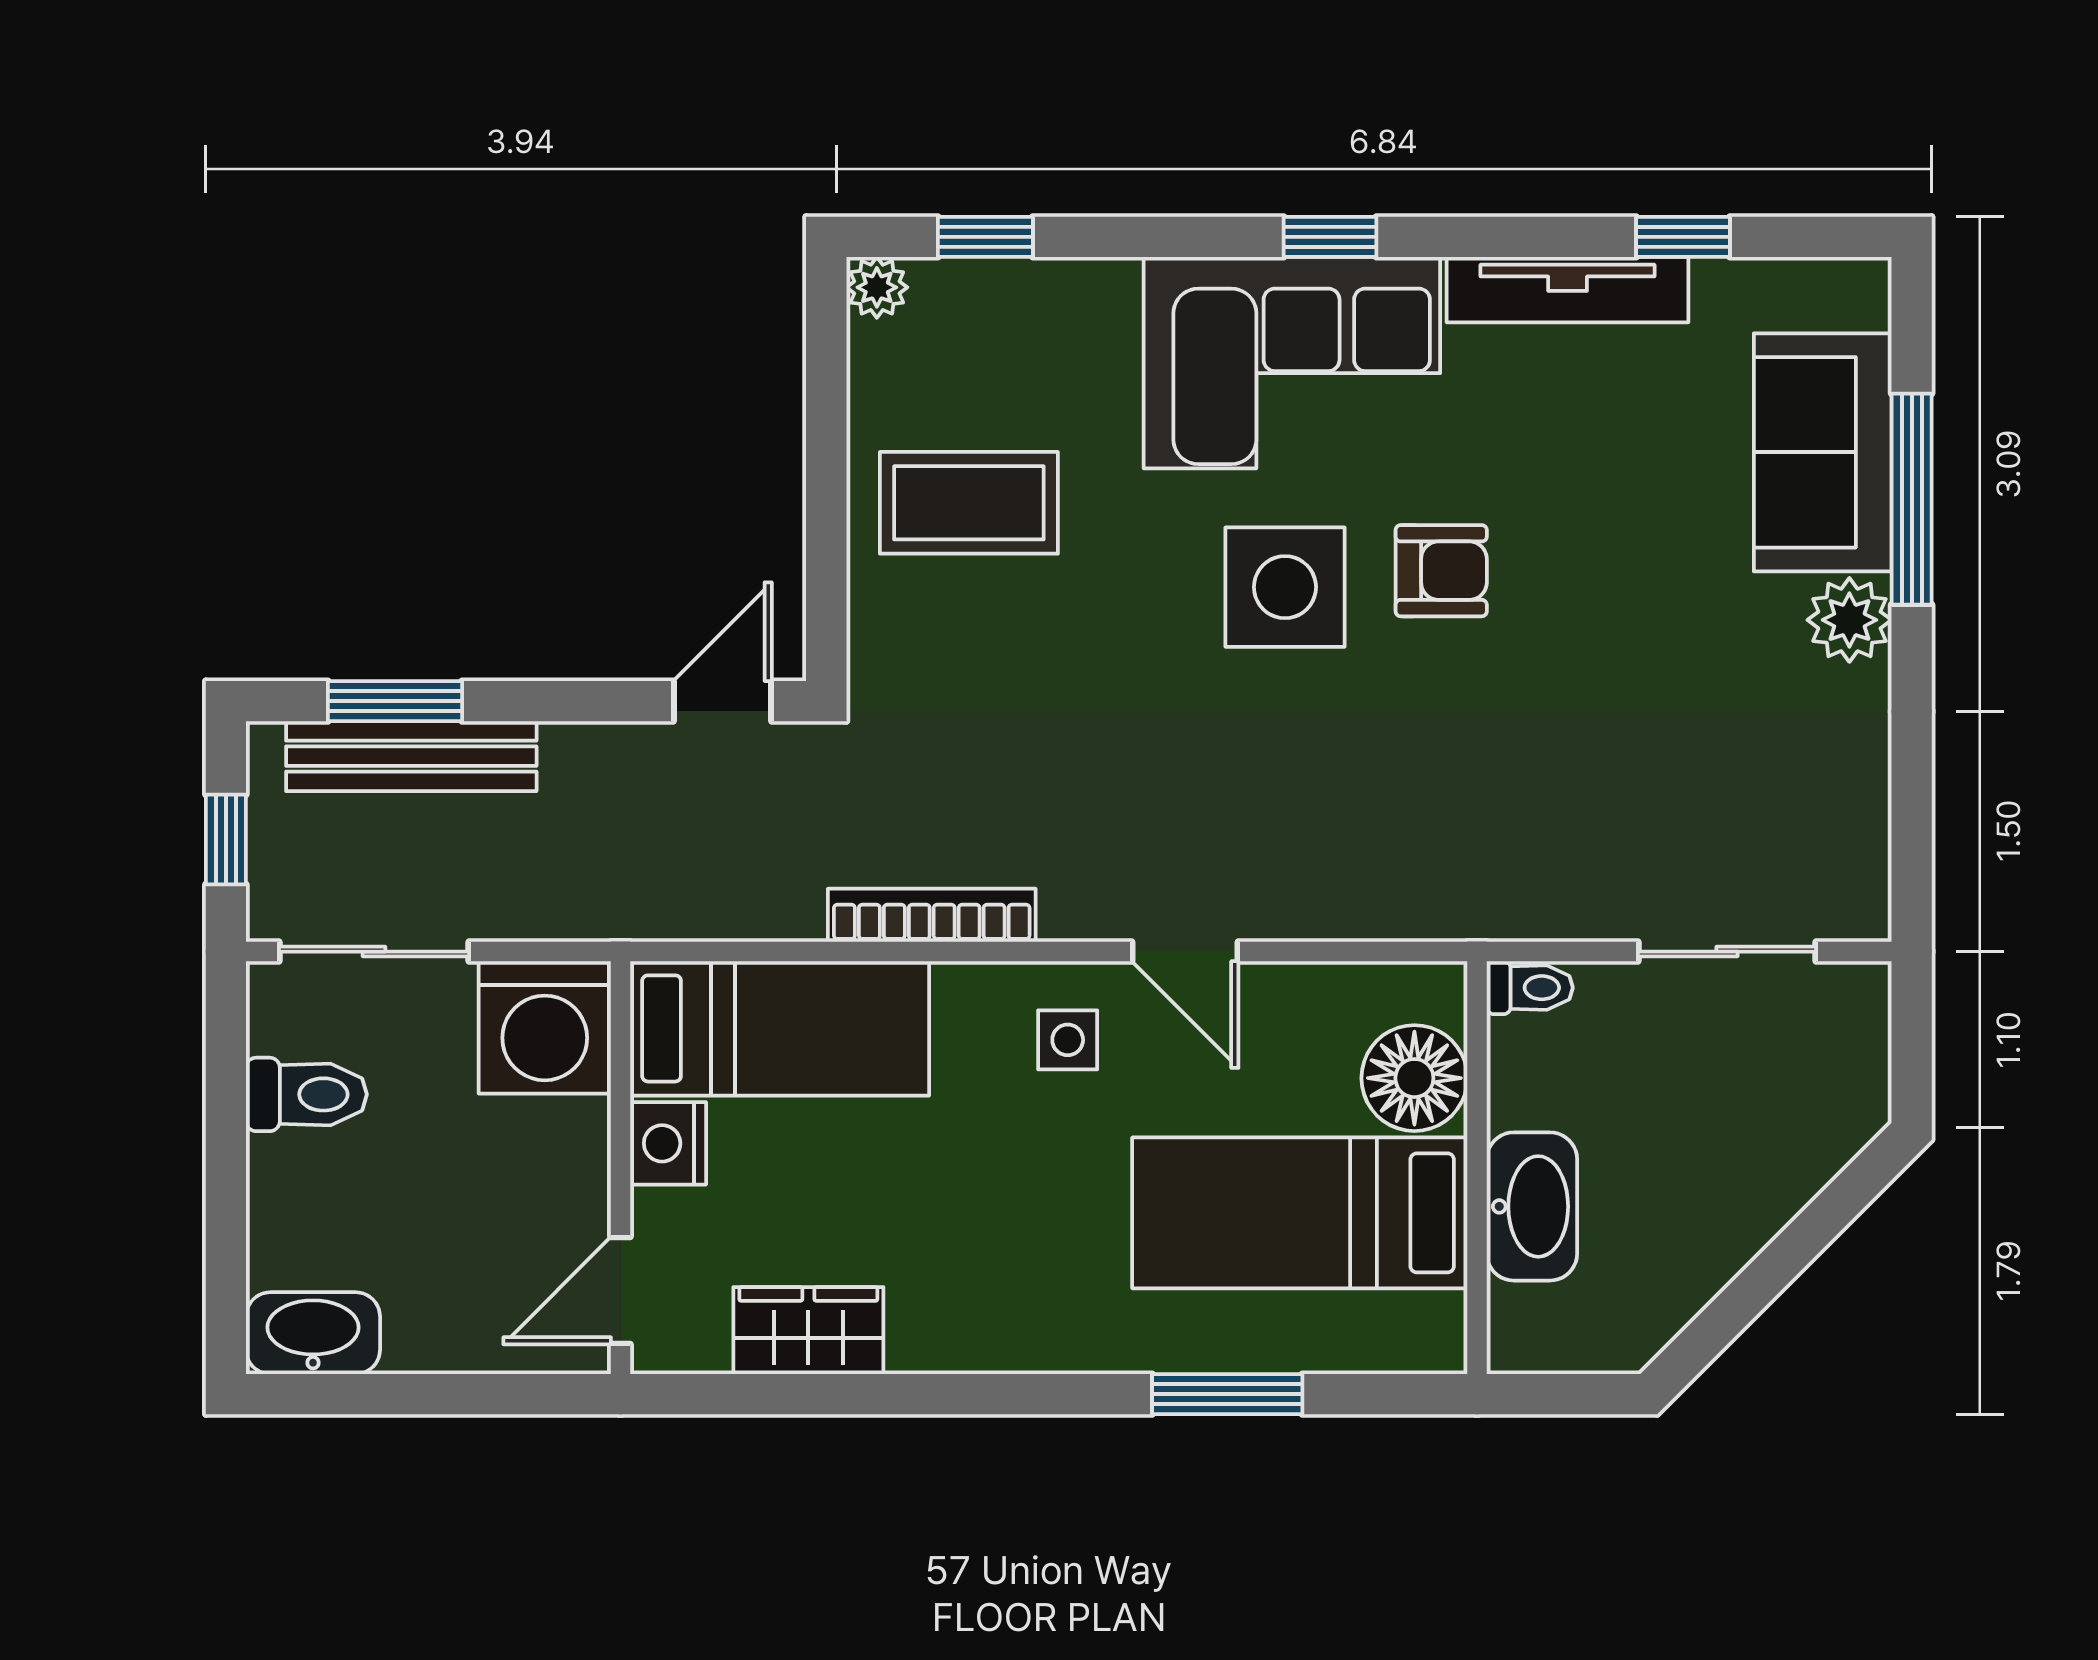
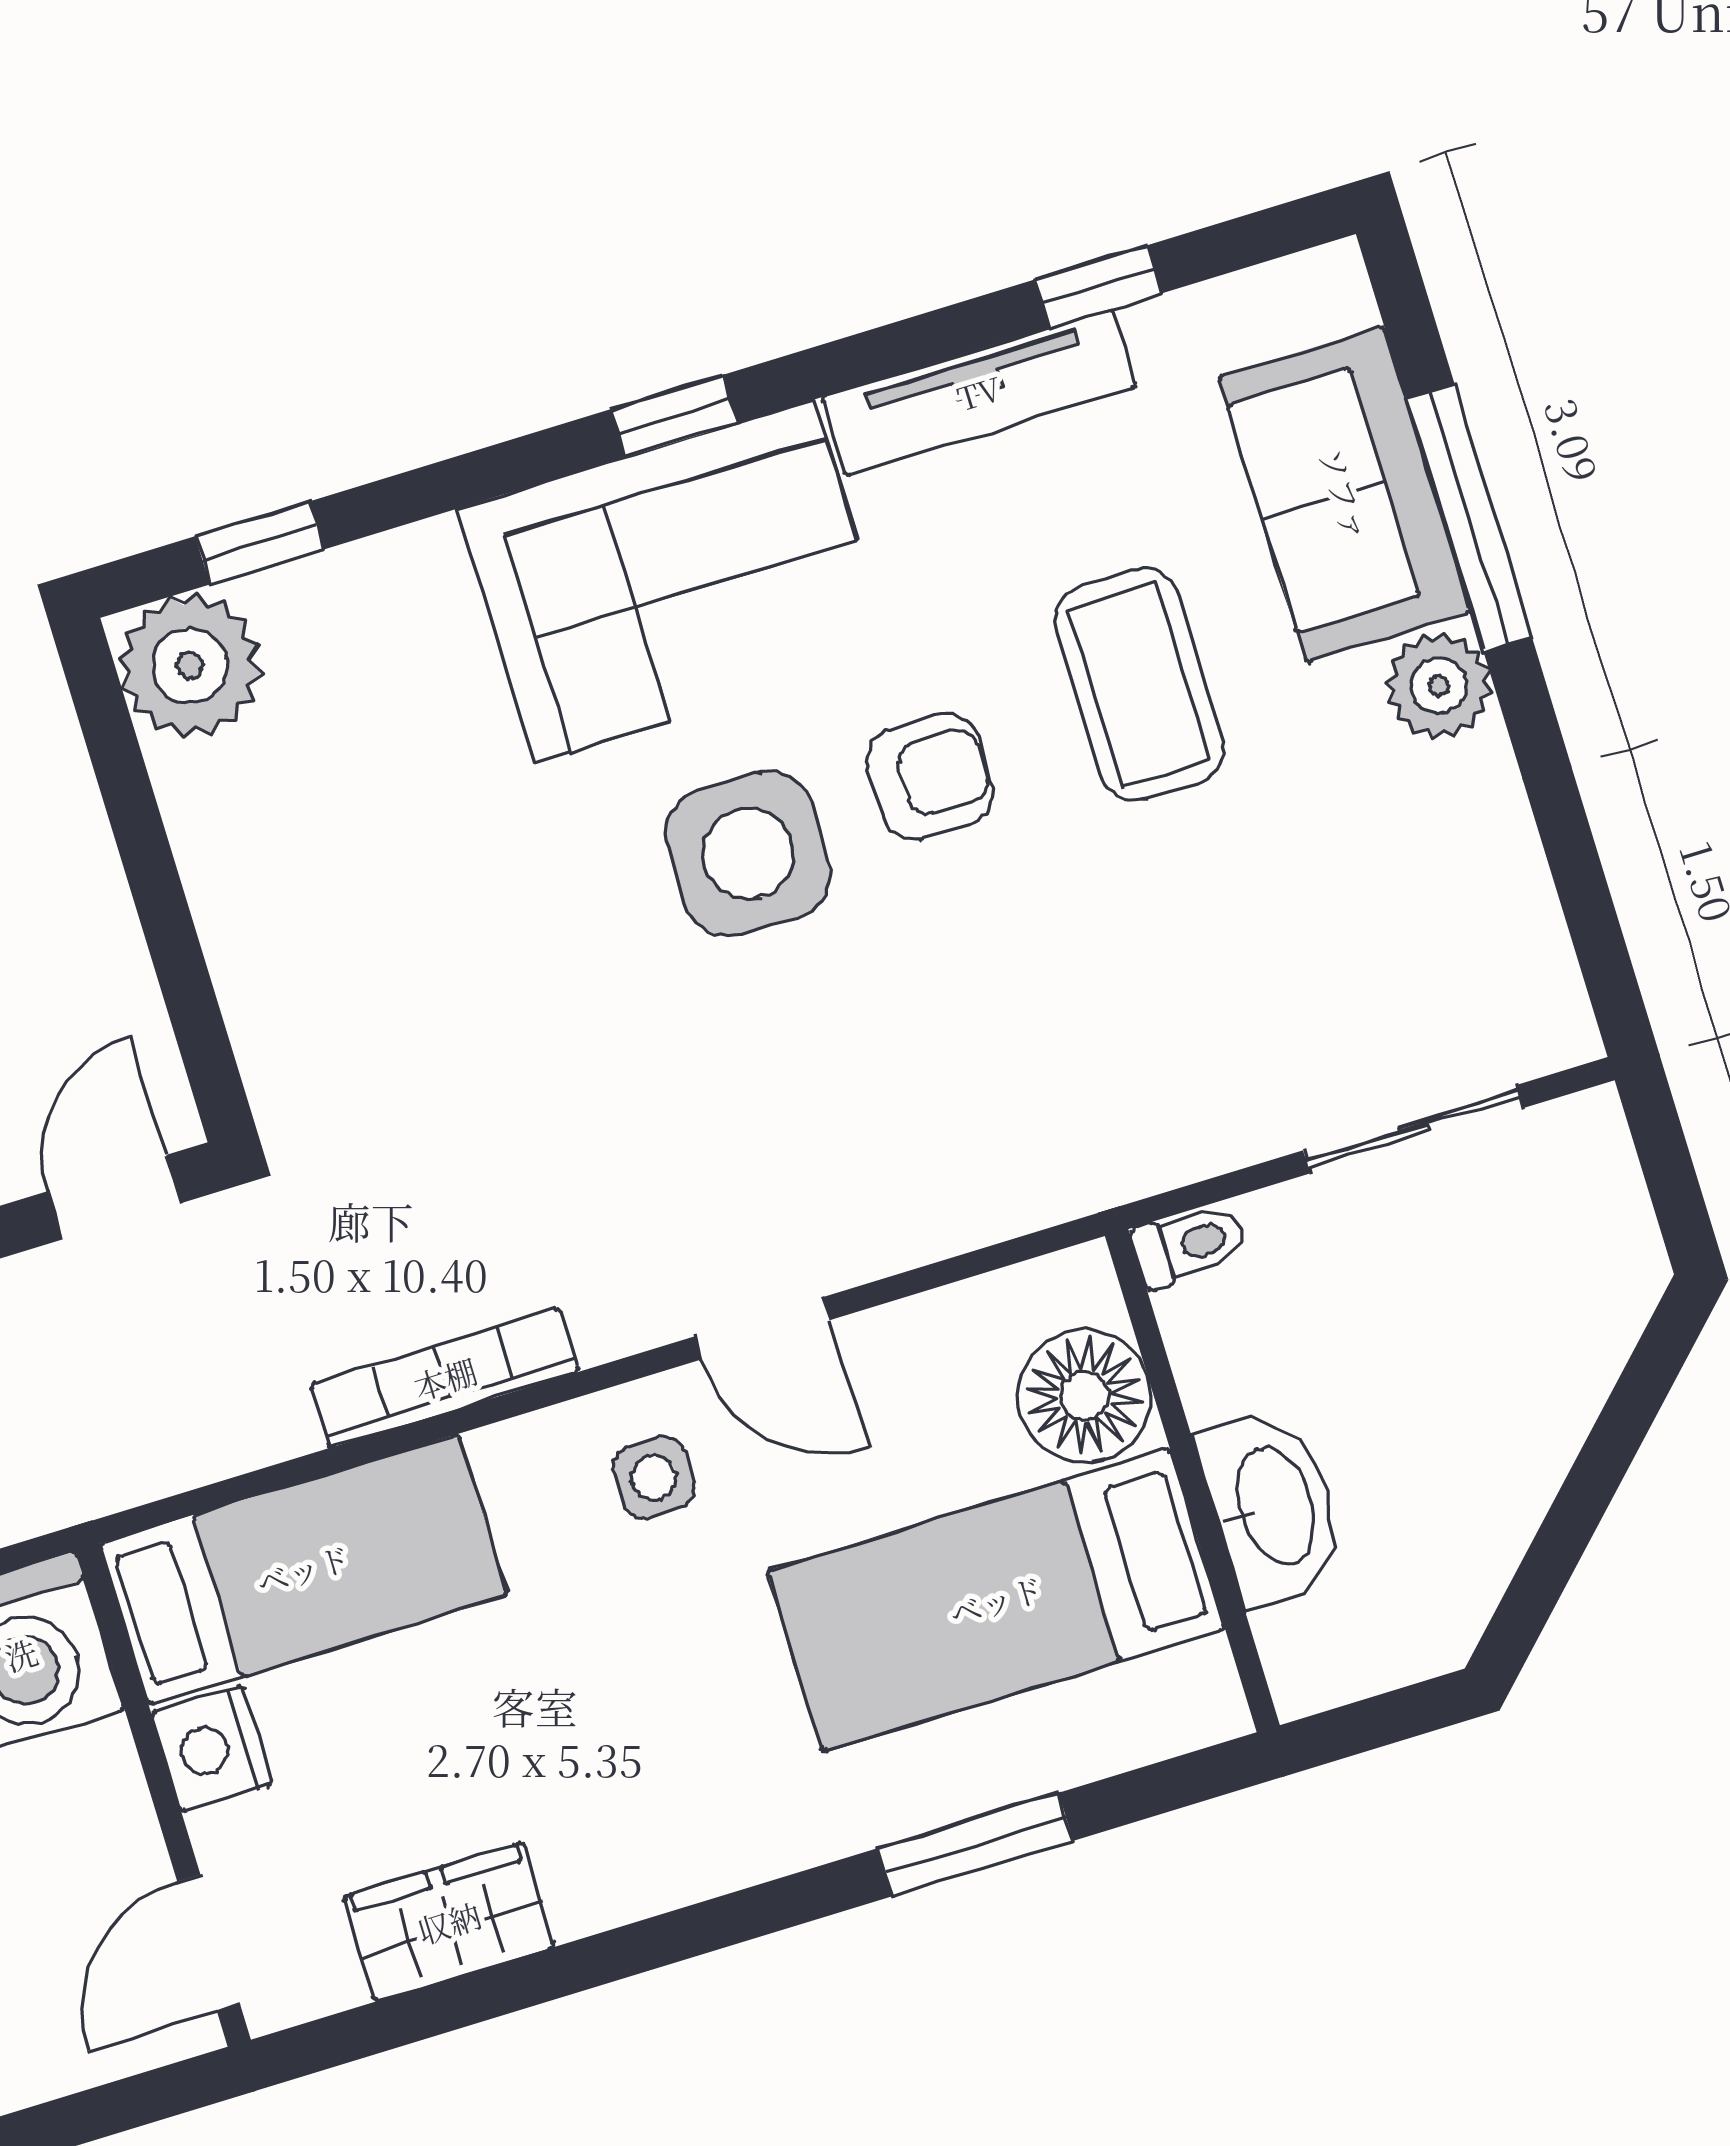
plant: (877, 287) -> (190, 666), width x1.88, depth x1.88
coffee table: (969, 503) -> (1139, 685), moved, turned 90

